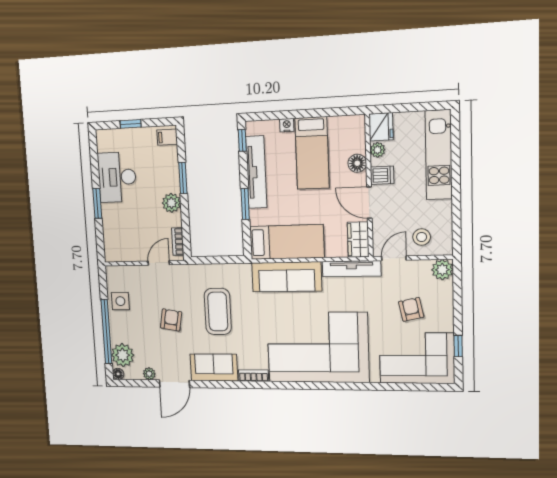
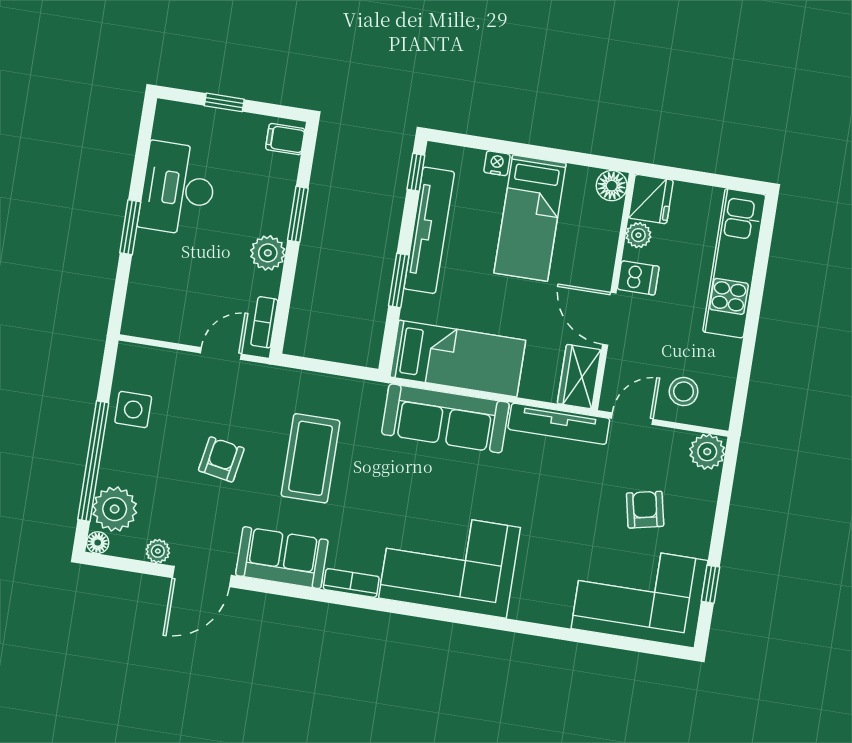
floor lamp: (357, 163) -> (612, 186), moved
corner sofa: (318, 347) -> (450, 563), width x0.73, depth x0.74

